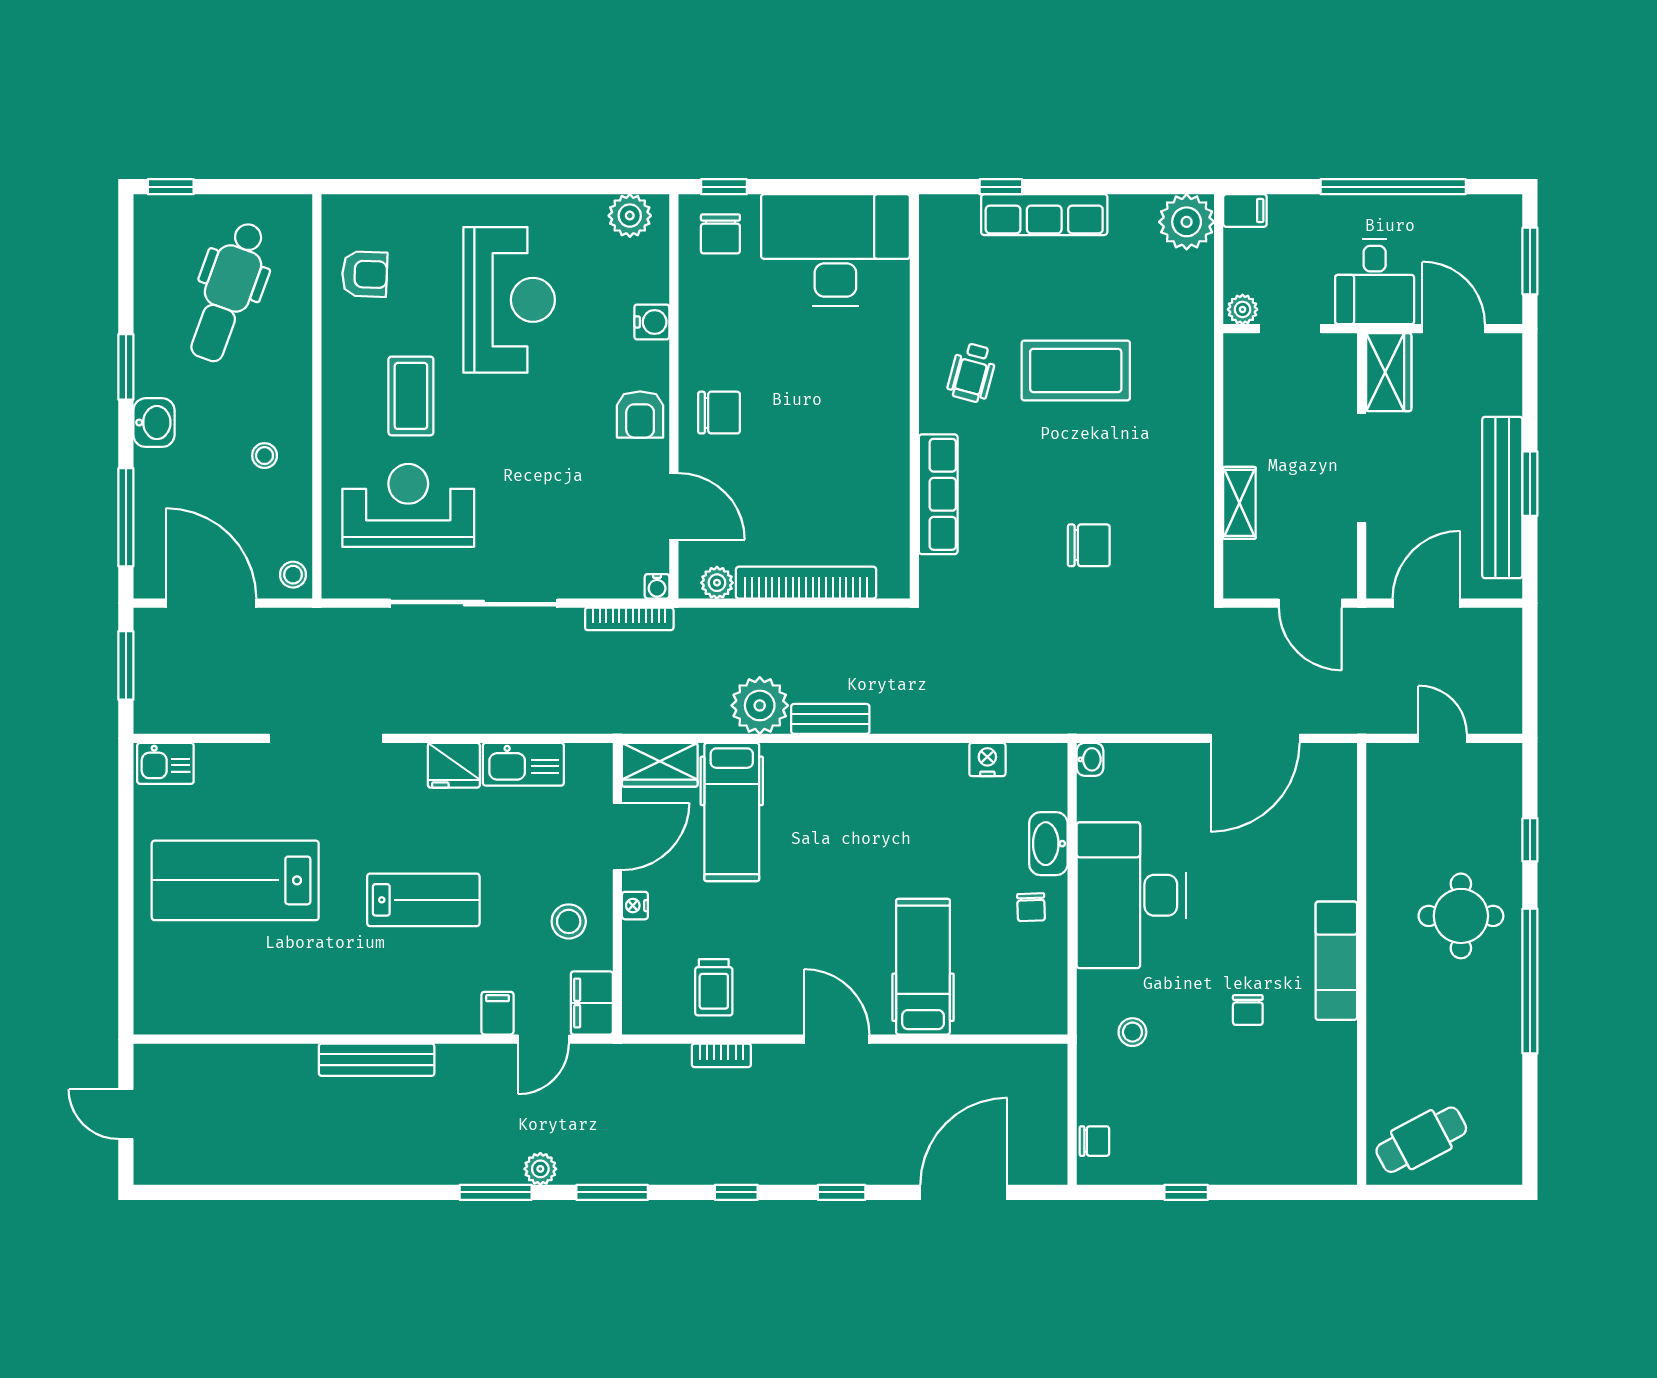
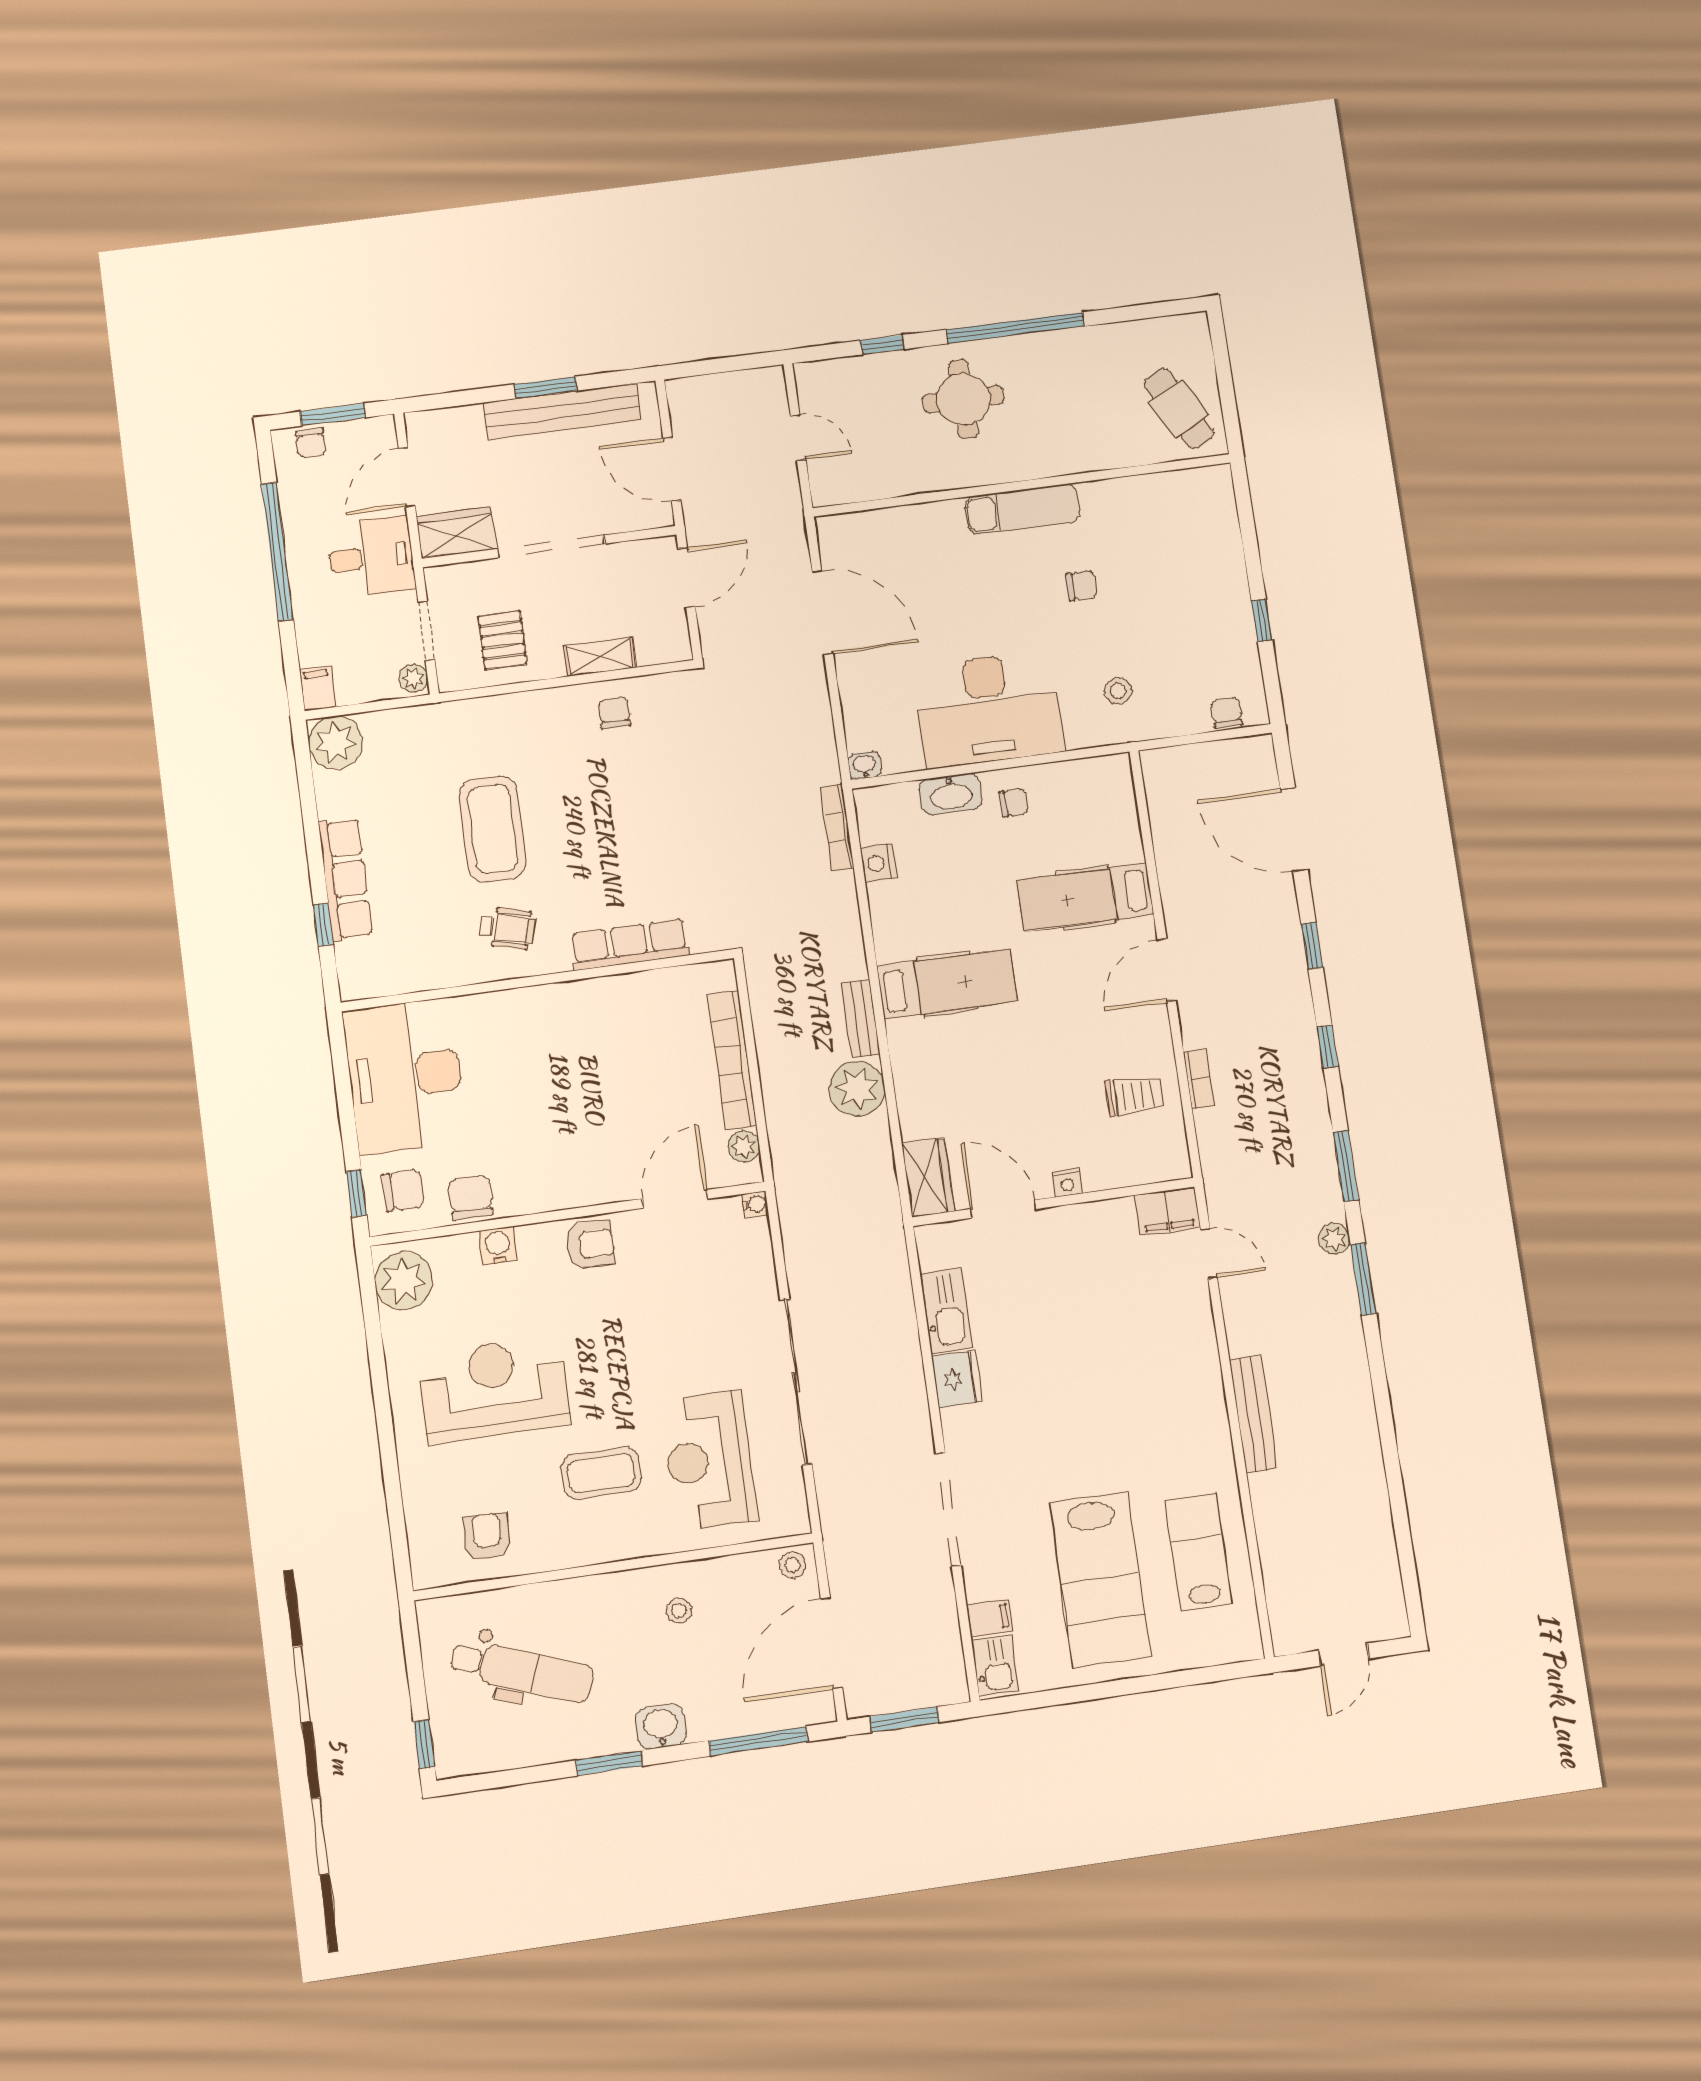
plant: (630, 216) -> (404, 1281), width x1.36, depth x1.36
chair: (1503, 235) -> (311, 443), added
pallet: (1270, 405) -> (502, 640), added
chair: (719, 413) -> (470, 1198), moved
chair: (1089, 545) -> (614, 713), moved, width x0.73, depth x0.73
bookcase: (629, 619) -> (837, 828), moved, turned 180
door: (1443, 738) -> (798, 438), swing flipped
hospital bed: (732, 812) -> (947, 984), moved
lab bench: (423, 900) -> (1198, 1552), moved
stool: (569, 921) -> (1092, 1245), removed
filing cabinet: (498, 1013) -> (989, 1618), moved, turned 180

